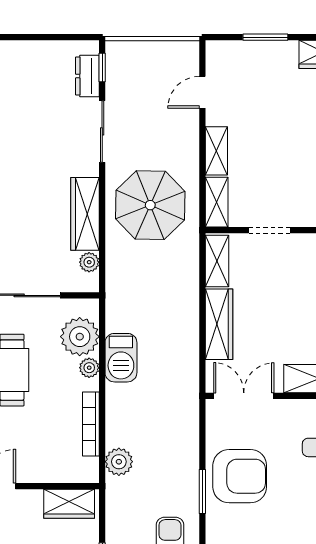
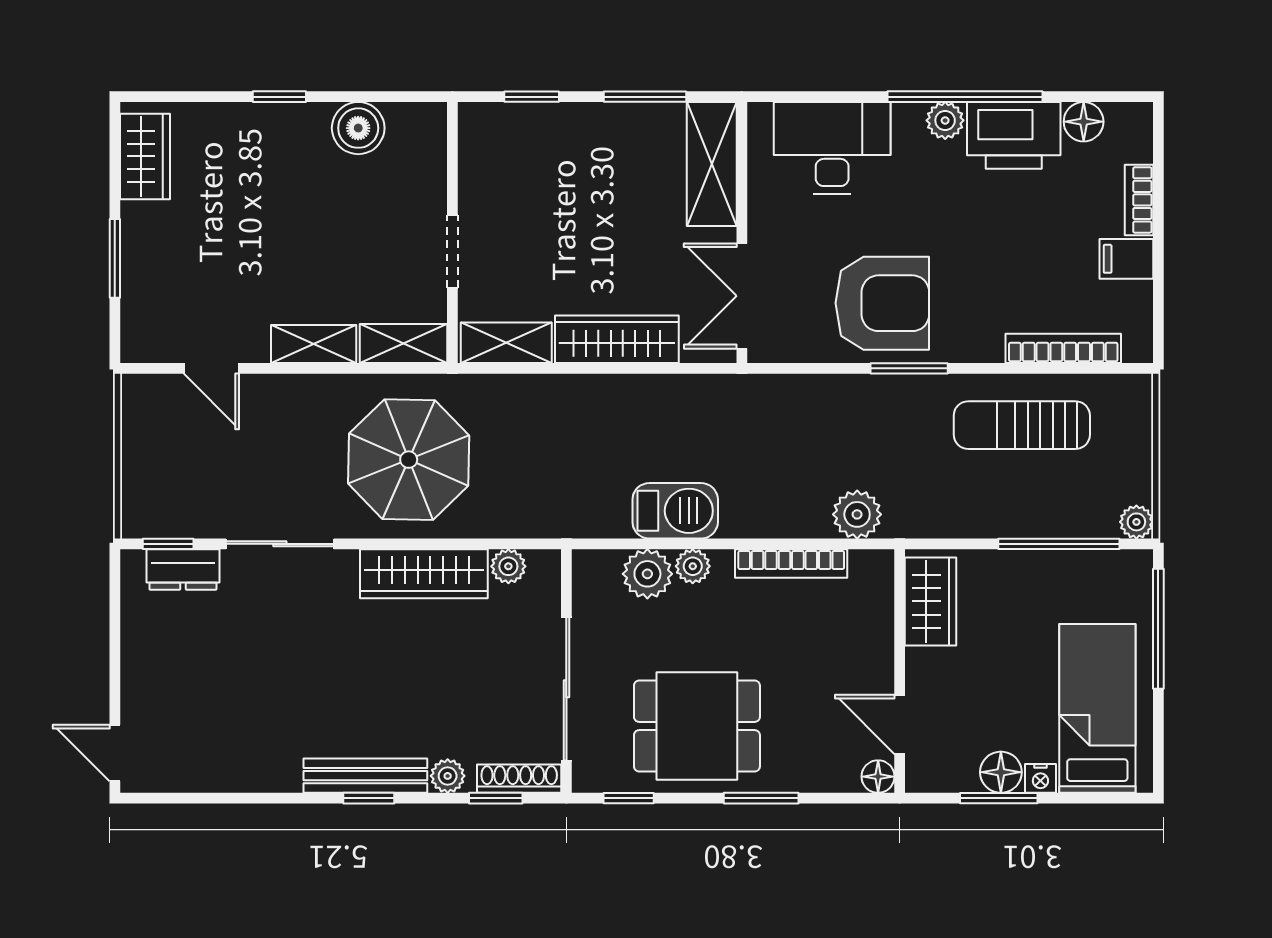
plant: (80, 337) -> (647, 574), width x0.73, depth x0.73
armchair: (240, 476) -> (882, 303), turned 90

